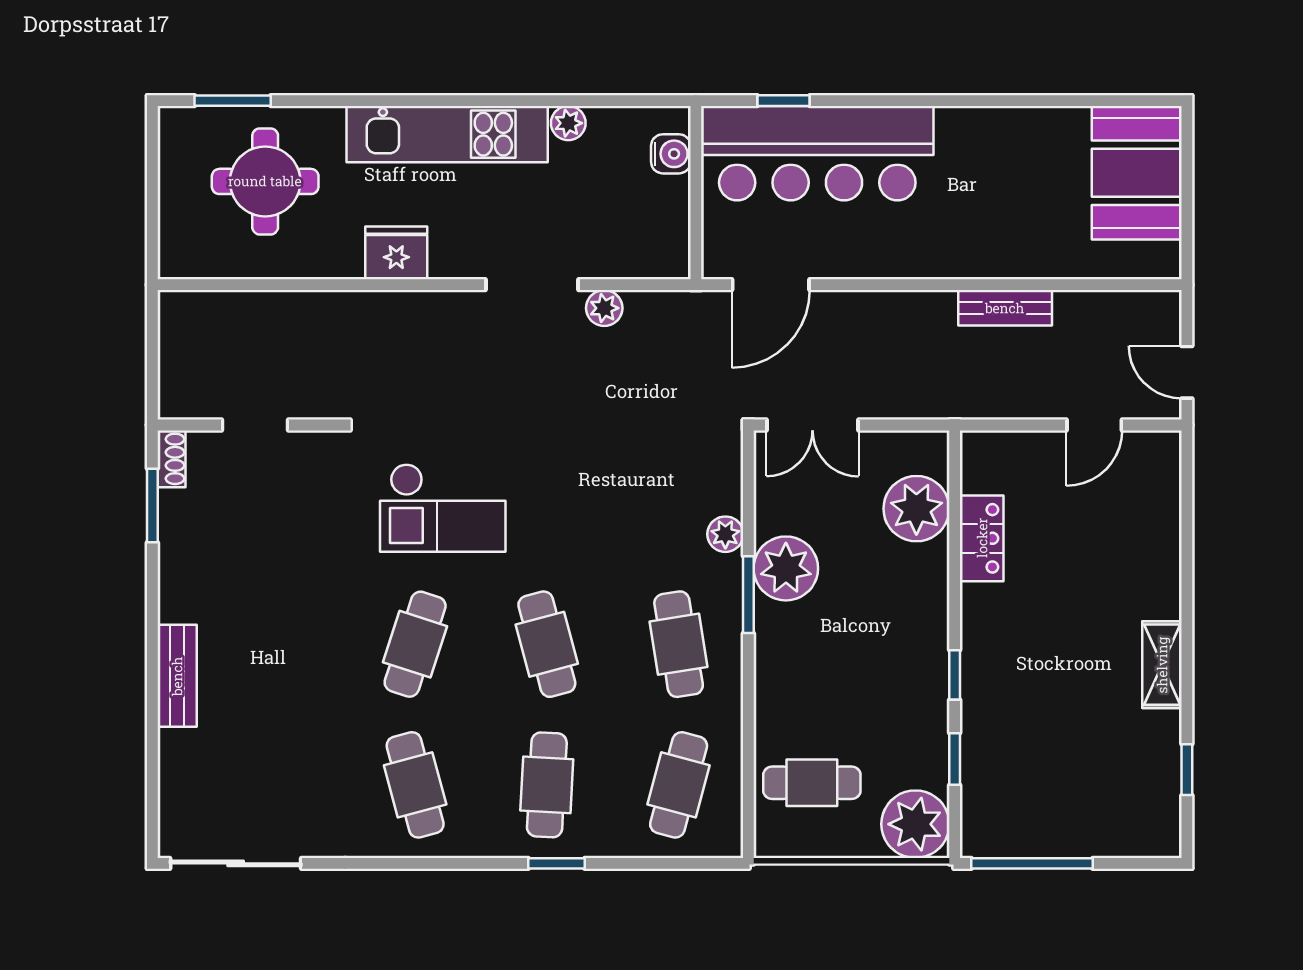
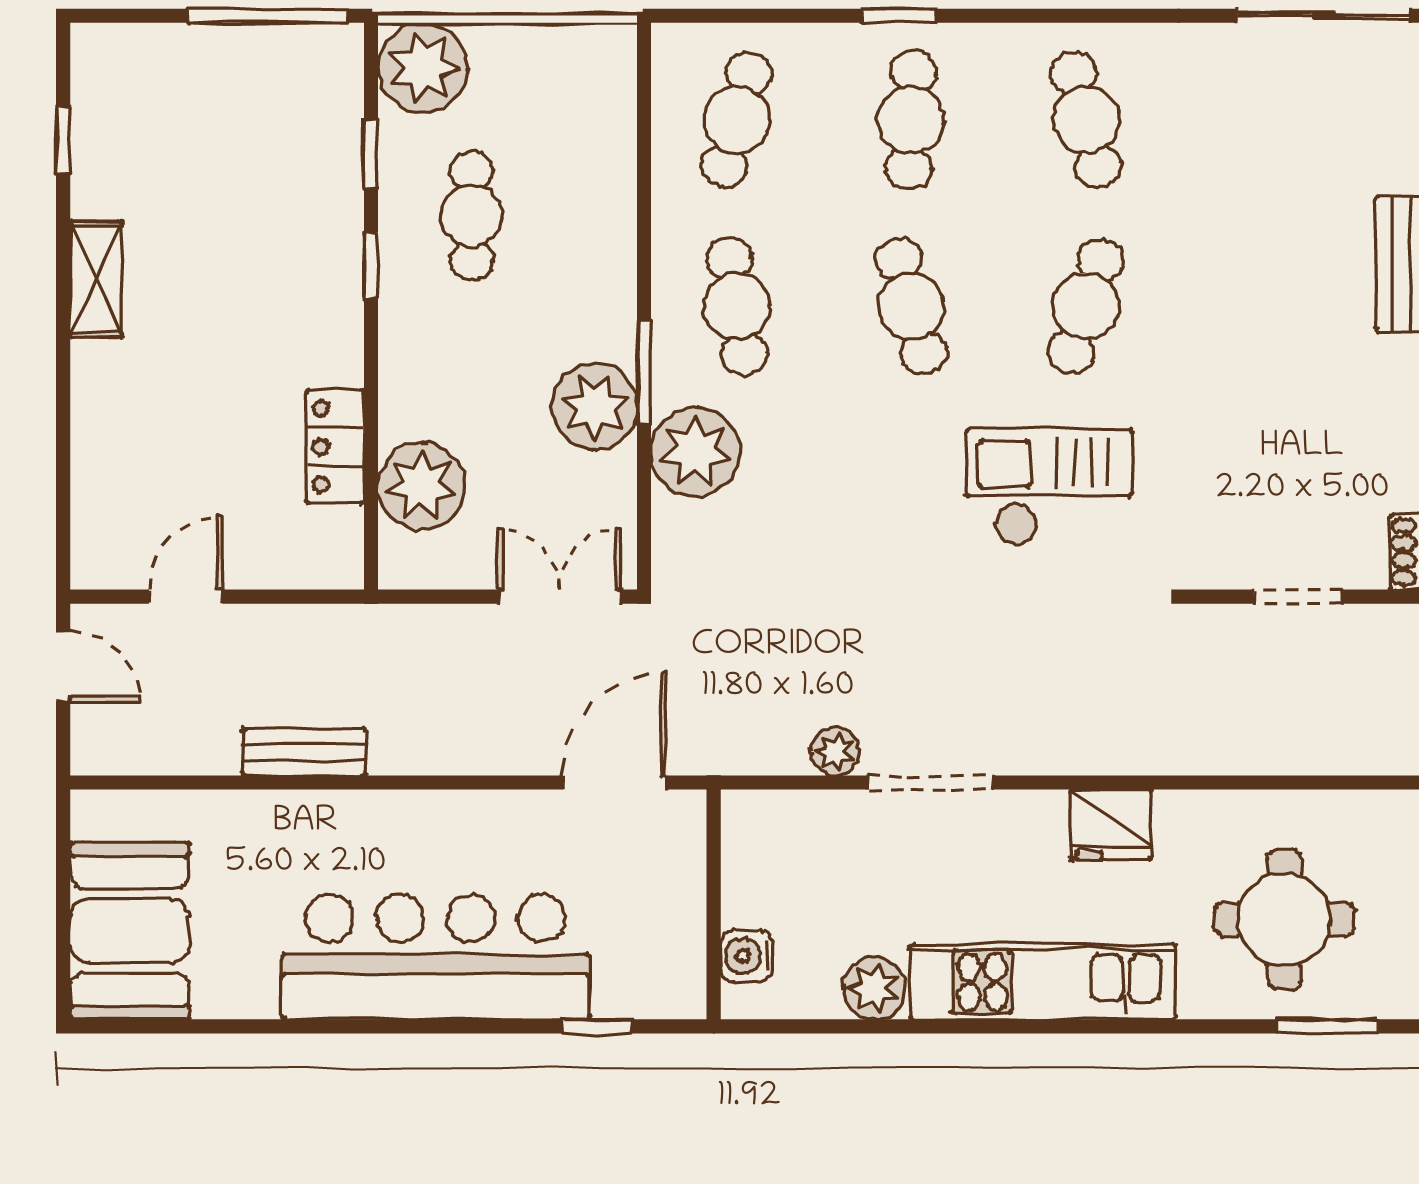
plant: (568, 123) -> (874, 988), width x1.38, depth x1.38
bar counter: (817, 153) -> (436, 957), moved
plant: (725, 534) -> (695, 452), width x1.87, depth x1.87
cafe table: (812, 783) -> (471, 216), moved, turned 90

